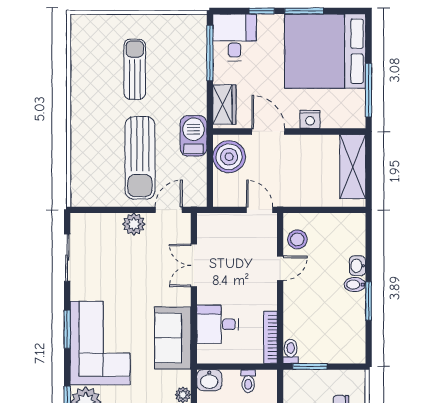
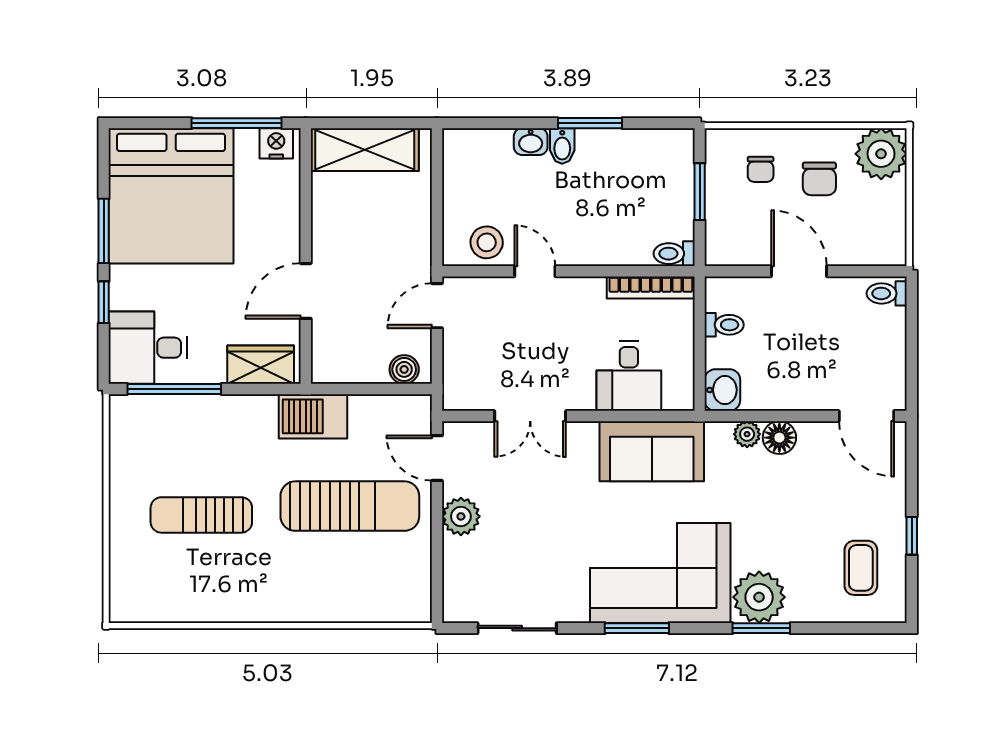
nightstand: (310, 119) -> (276, 143), moved, turned -90
boiler: (229, 157) -> (404, 369), moved, width x0.54, depth x0.54
window: (310, 367) -> (700, 192), moved

